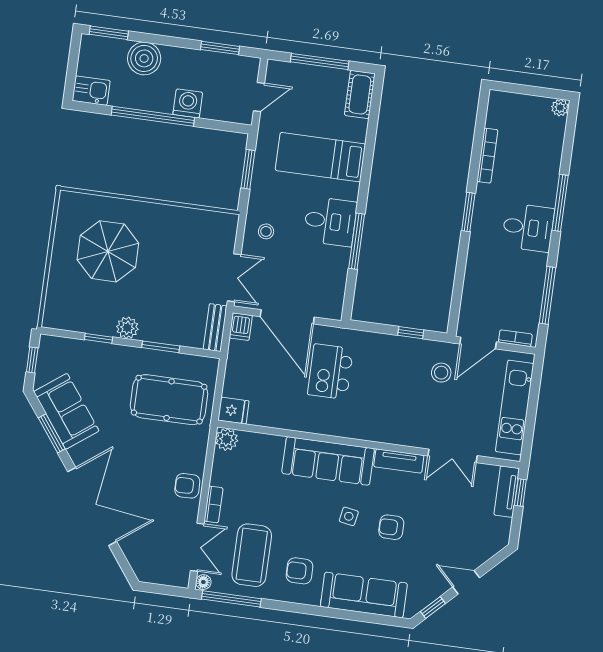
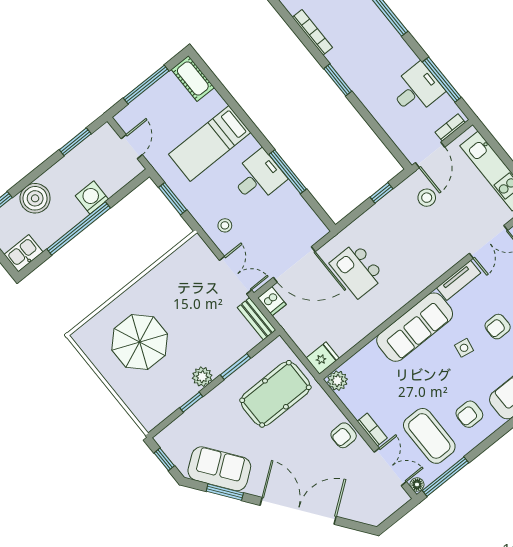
desk: (528, 228) -> (417, 89), moved

